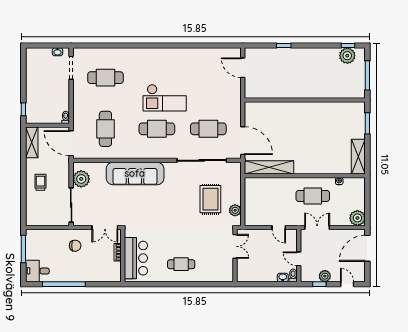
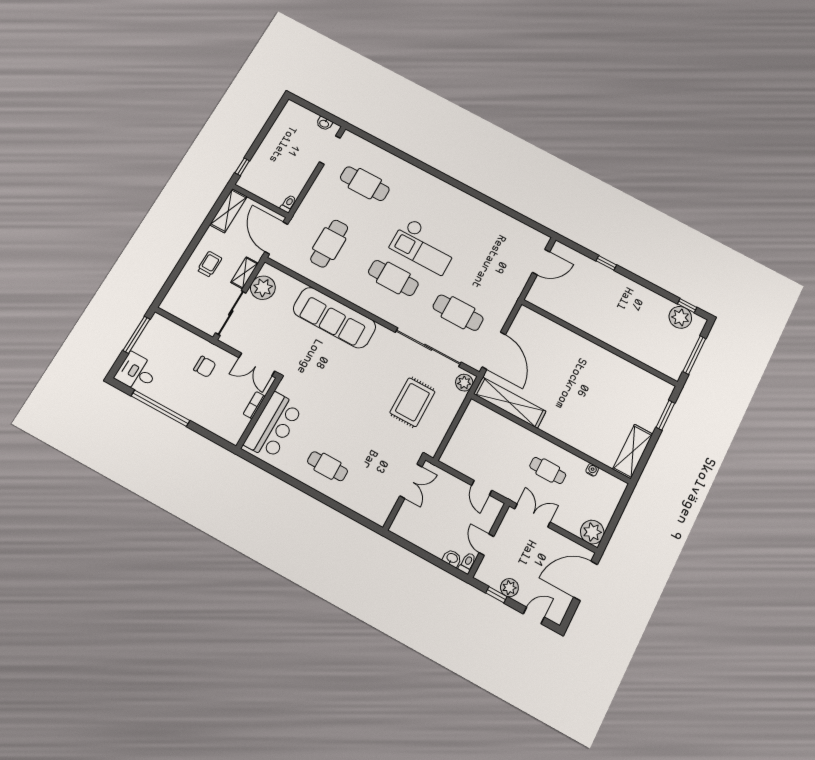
door: (243, 68) -> (541, 262), swing flipped
shelving: (65, 176) -> (244, 273), added
cafe table: (313, 196) -> (548, 470), width x0.73, depth x0.74
plant: (235, 210) -> (464, 383), moved
door: (347, 284) -> (534, 615), hinge flipped

